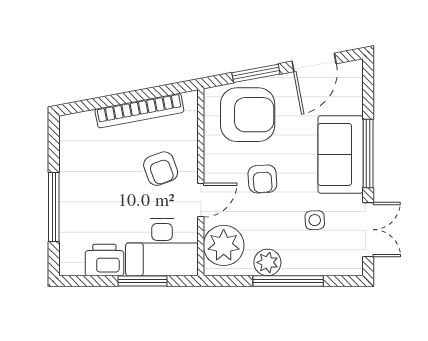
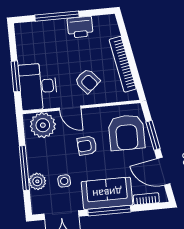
bookcase: (355, 93) -> (146, 199), added
armchair: (161, 169) -> (87, 81), turned -111
printer: (104, 260) -> (80, 27), moved, turned 90
plant: (267, 262) -> (37, 181), moved

